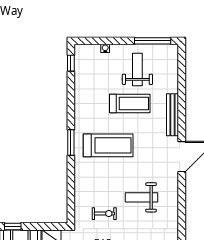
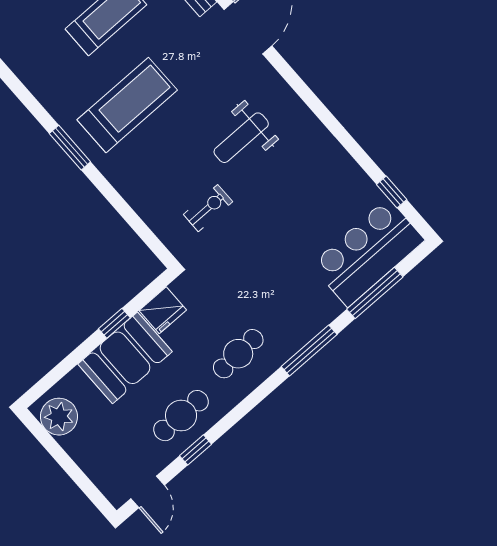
window: (13, 227) -> (114, 323), moved

